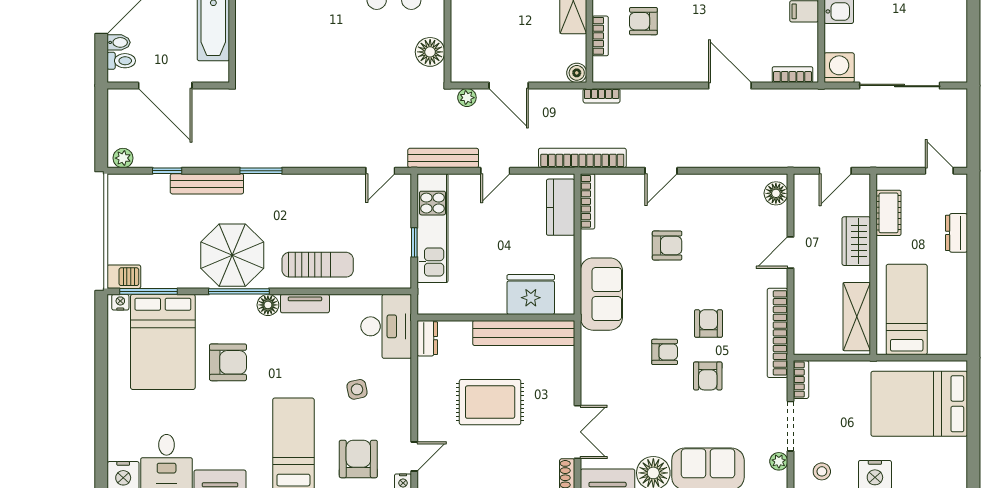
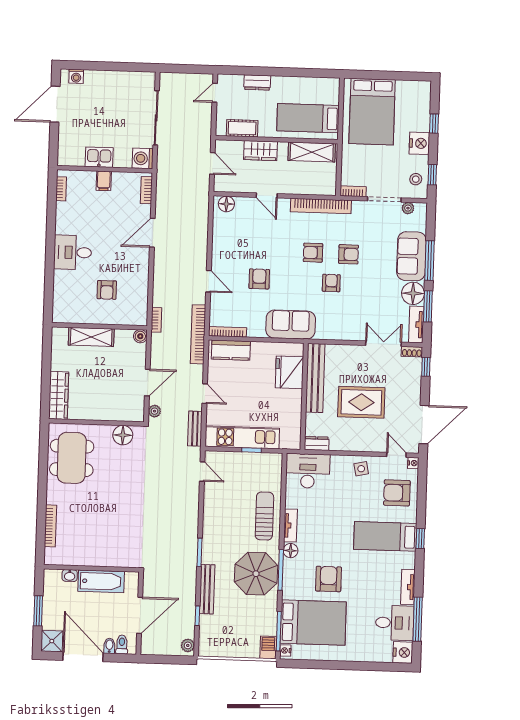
bookcase: (600, 36) -> (116, 319), removed
bench: (443, 158) -> (195, 429), width x0.73
side table: (357, 389) -> (361, 469), moved
rug: (490, 402) -> (361, 402), turned 90

